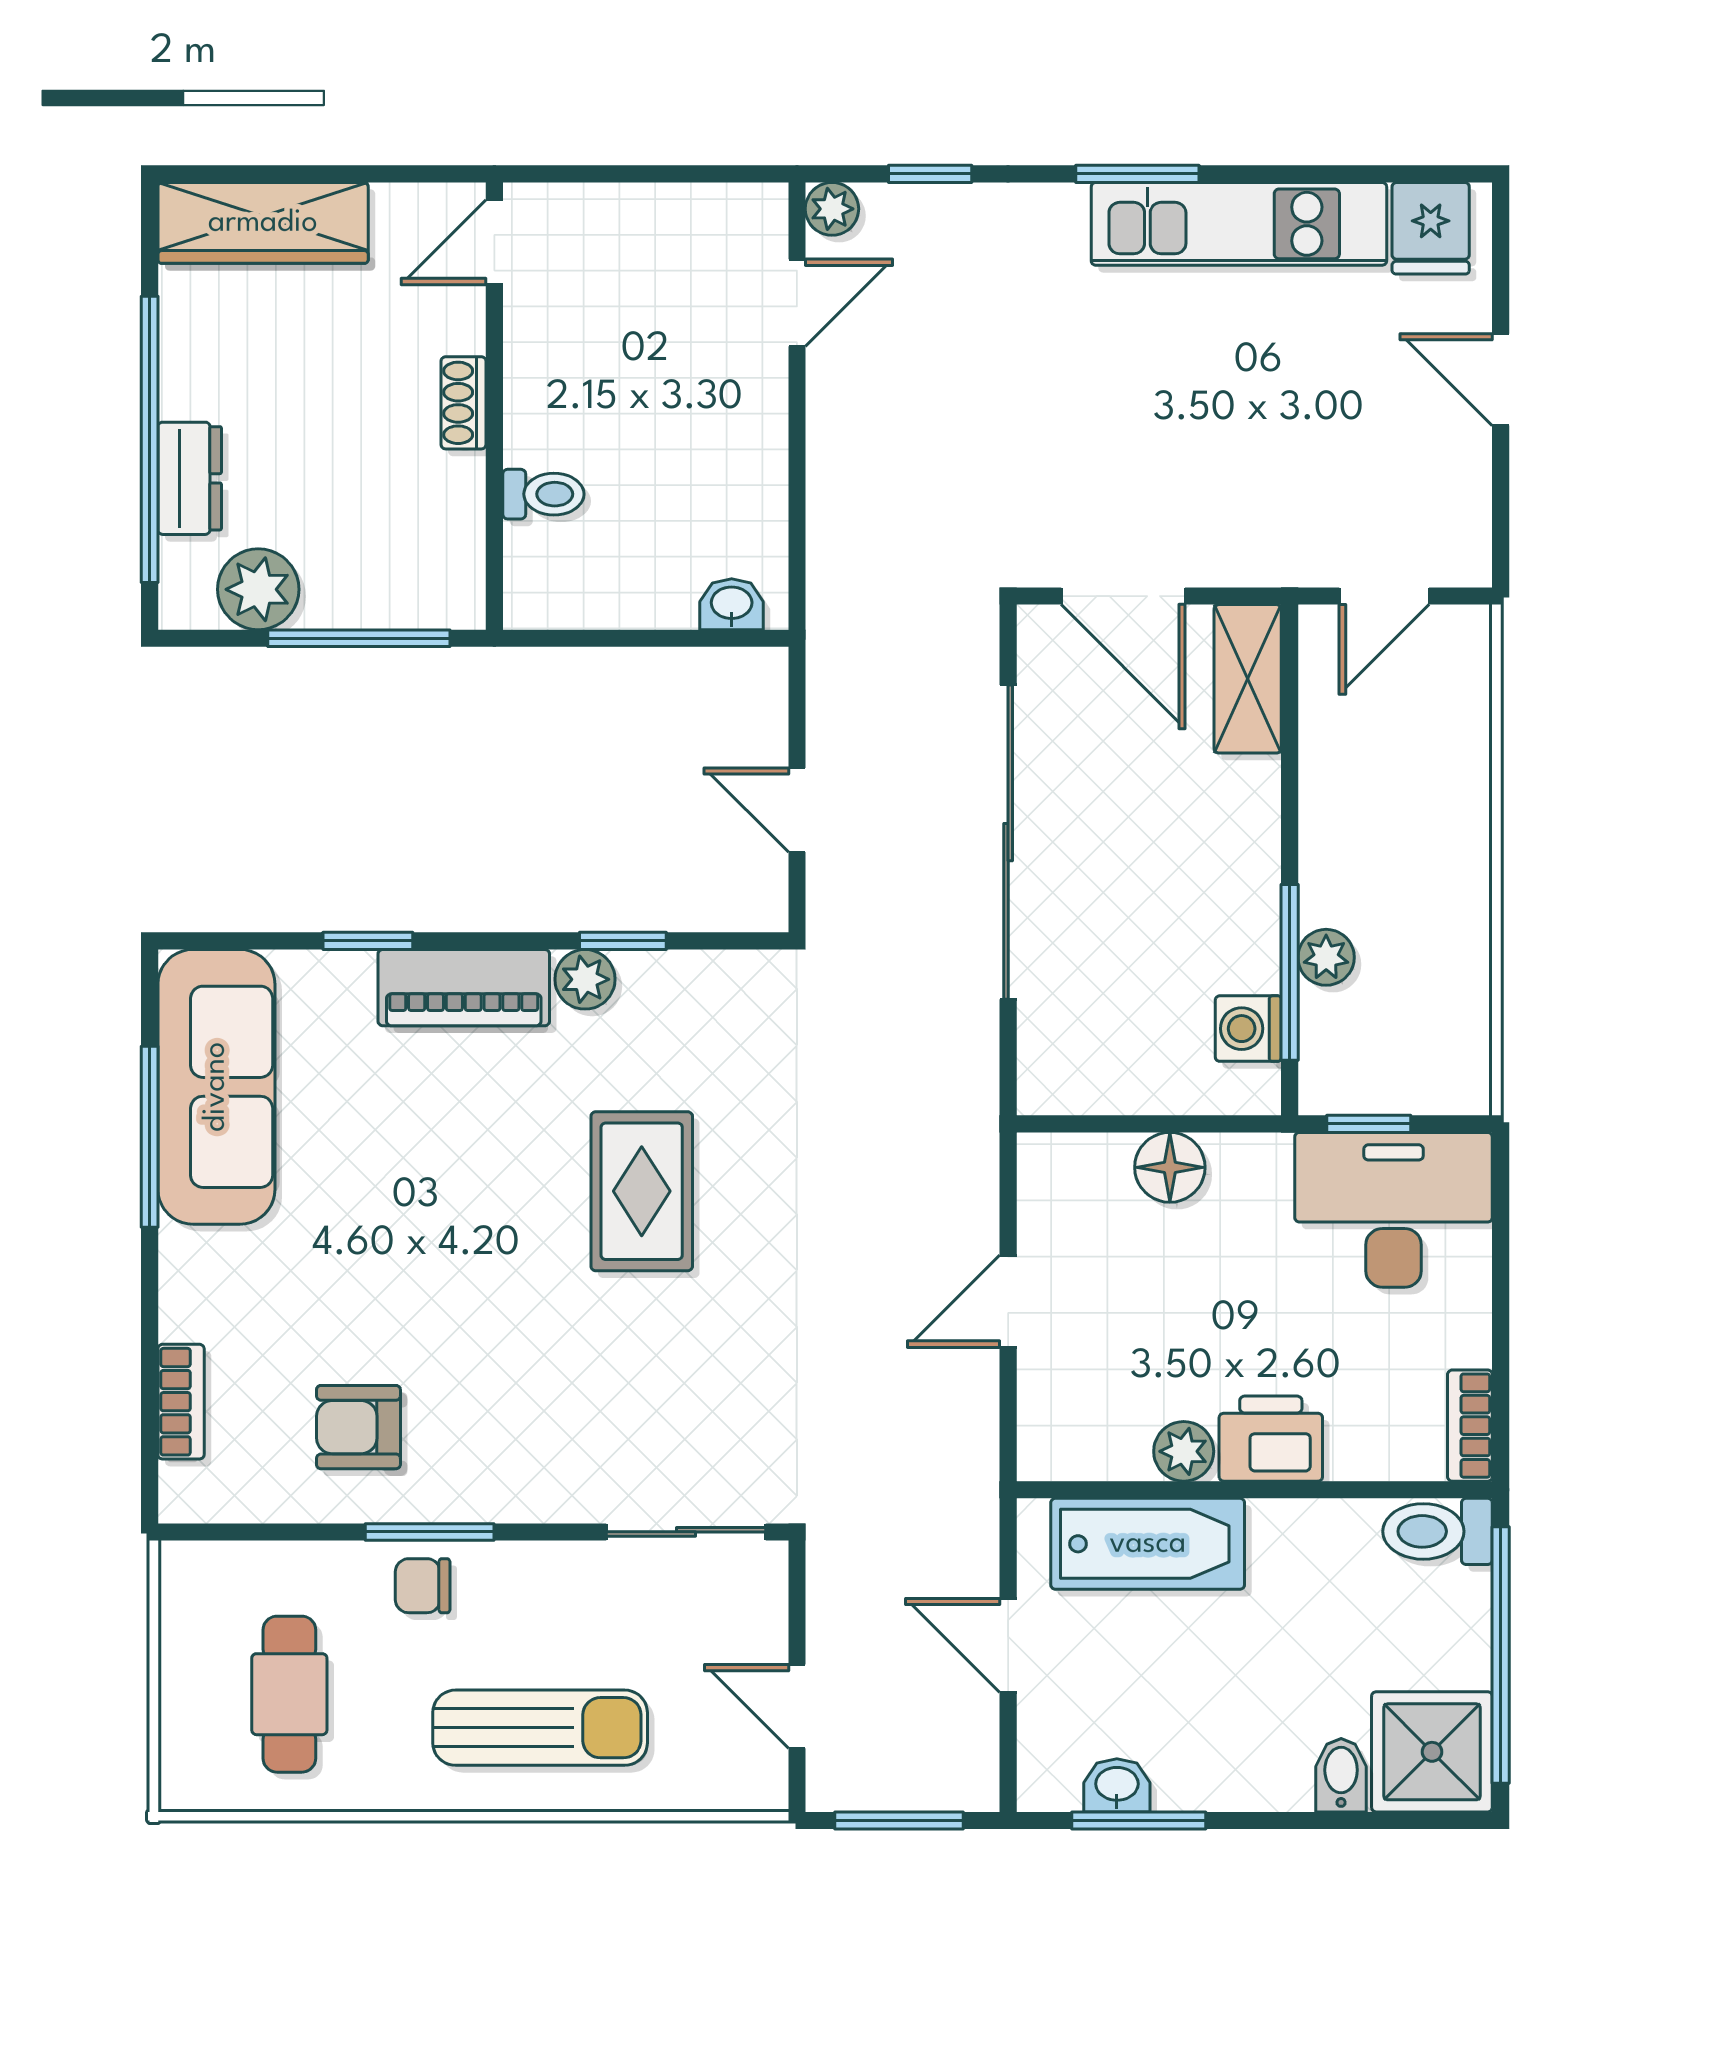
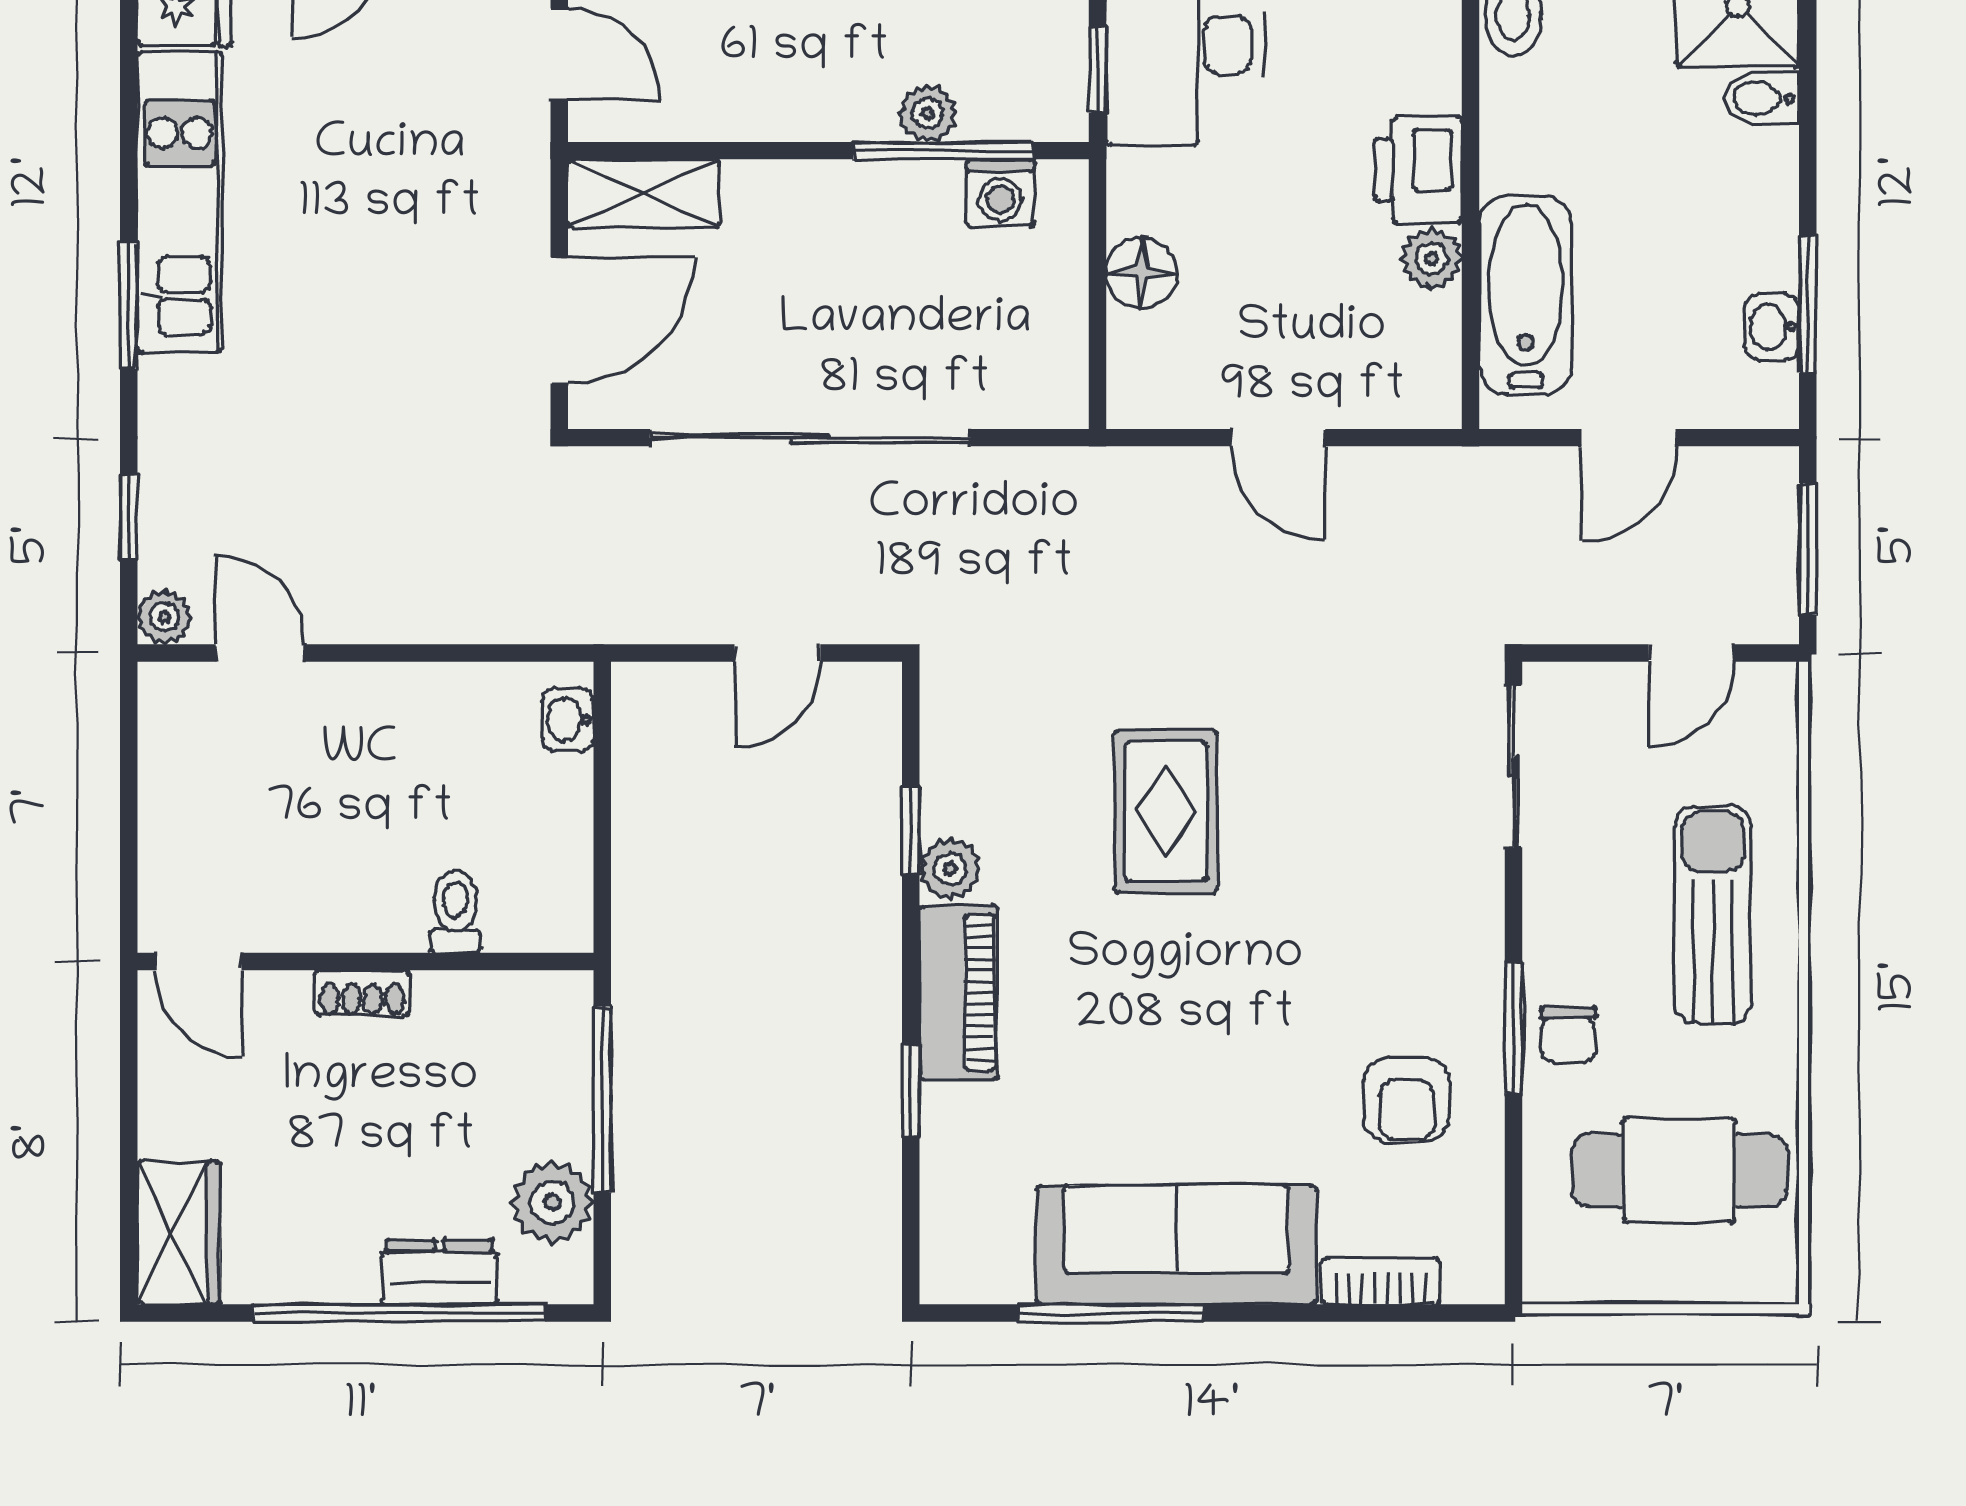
wardrobe: (263, 223) -> (179, 1233), width x0.67
sofa: (216, 1087) -> (1176, 1245), moved
rug: (642, 1191) -> (1166, 811), turned 90
cafe table: (289, 1694) -> (1679, 1170), width x1.37, depth x1.35

